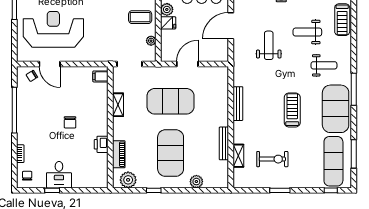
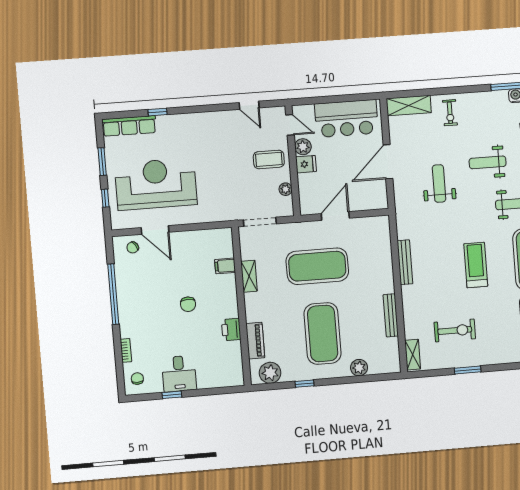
window: (14, 37) -> (105, 198), added
filing cabinet: (100, 76) -> (225, 266), moved
shelving: (238, 156) -> (413, 355), moved

